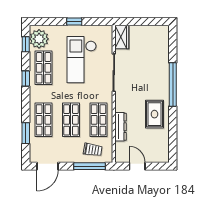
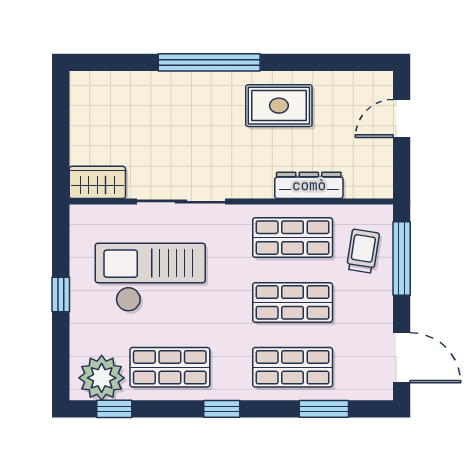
checkout: (82, 60) -> (150, 277), turned 180
window: (26, 78) -> (222, 409), moved
door: (137, 166) -> (402, 118), moved

